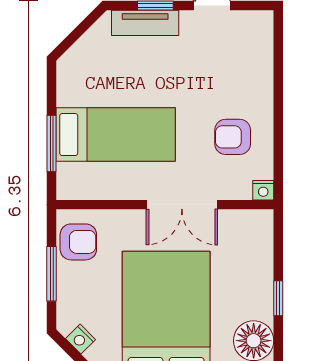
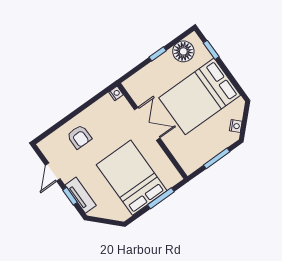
bed: (116, 135) -> (132, 178), width x1.50
armchair: (233, 137) -> (79, 137), moved
armchair: (78, 242) -> (195, 157), removed

